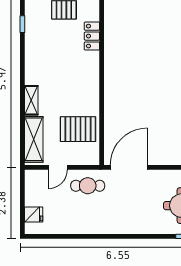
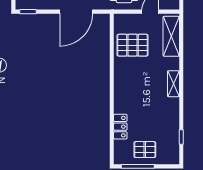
shelving: (31, 100) -> (173, 84), moved
door: (129, 167) -> (76, 12), moved

